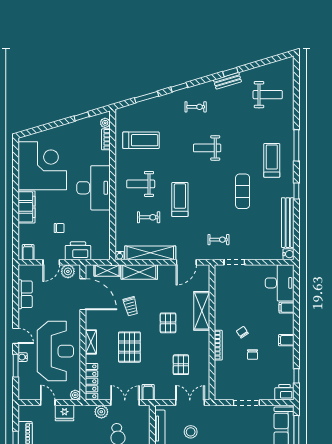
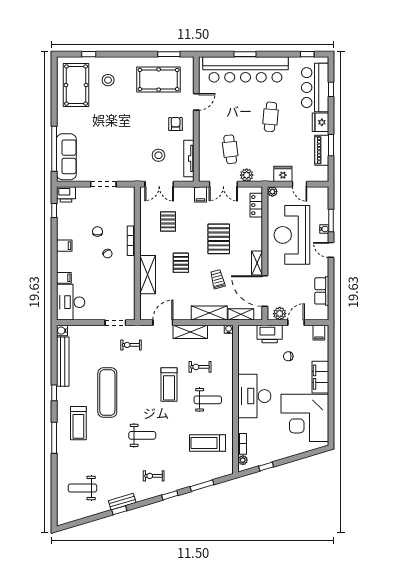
exercise mat: (243, 191) -> (107, 393), width x1.36, depth x1.45
shelving: (150, 253) -> (190, 332), width x0.68
shelving: (91, 342) -> (257, 263), moved
locker: (91, 381) -> (256, 205), width x0.66

